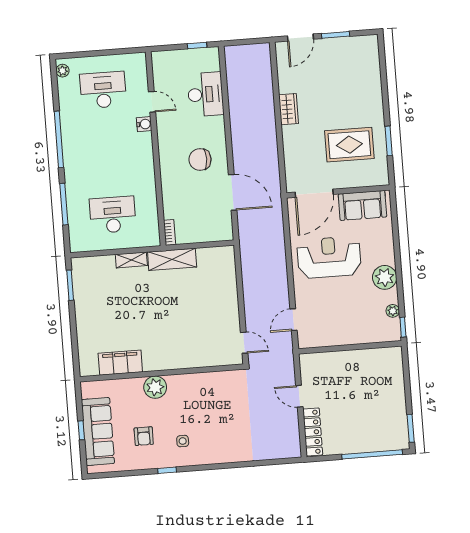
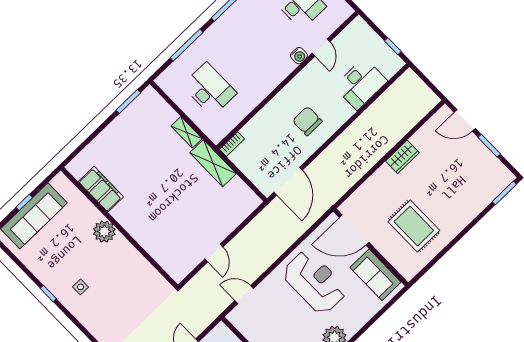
window: (389, 141) -> (504, 193), moved
door: (233, 192) -> (288, 181), moved
door: (244, 343) -> (214, 253), moved
armchair: (144, 436) -> (60, 254), removed

